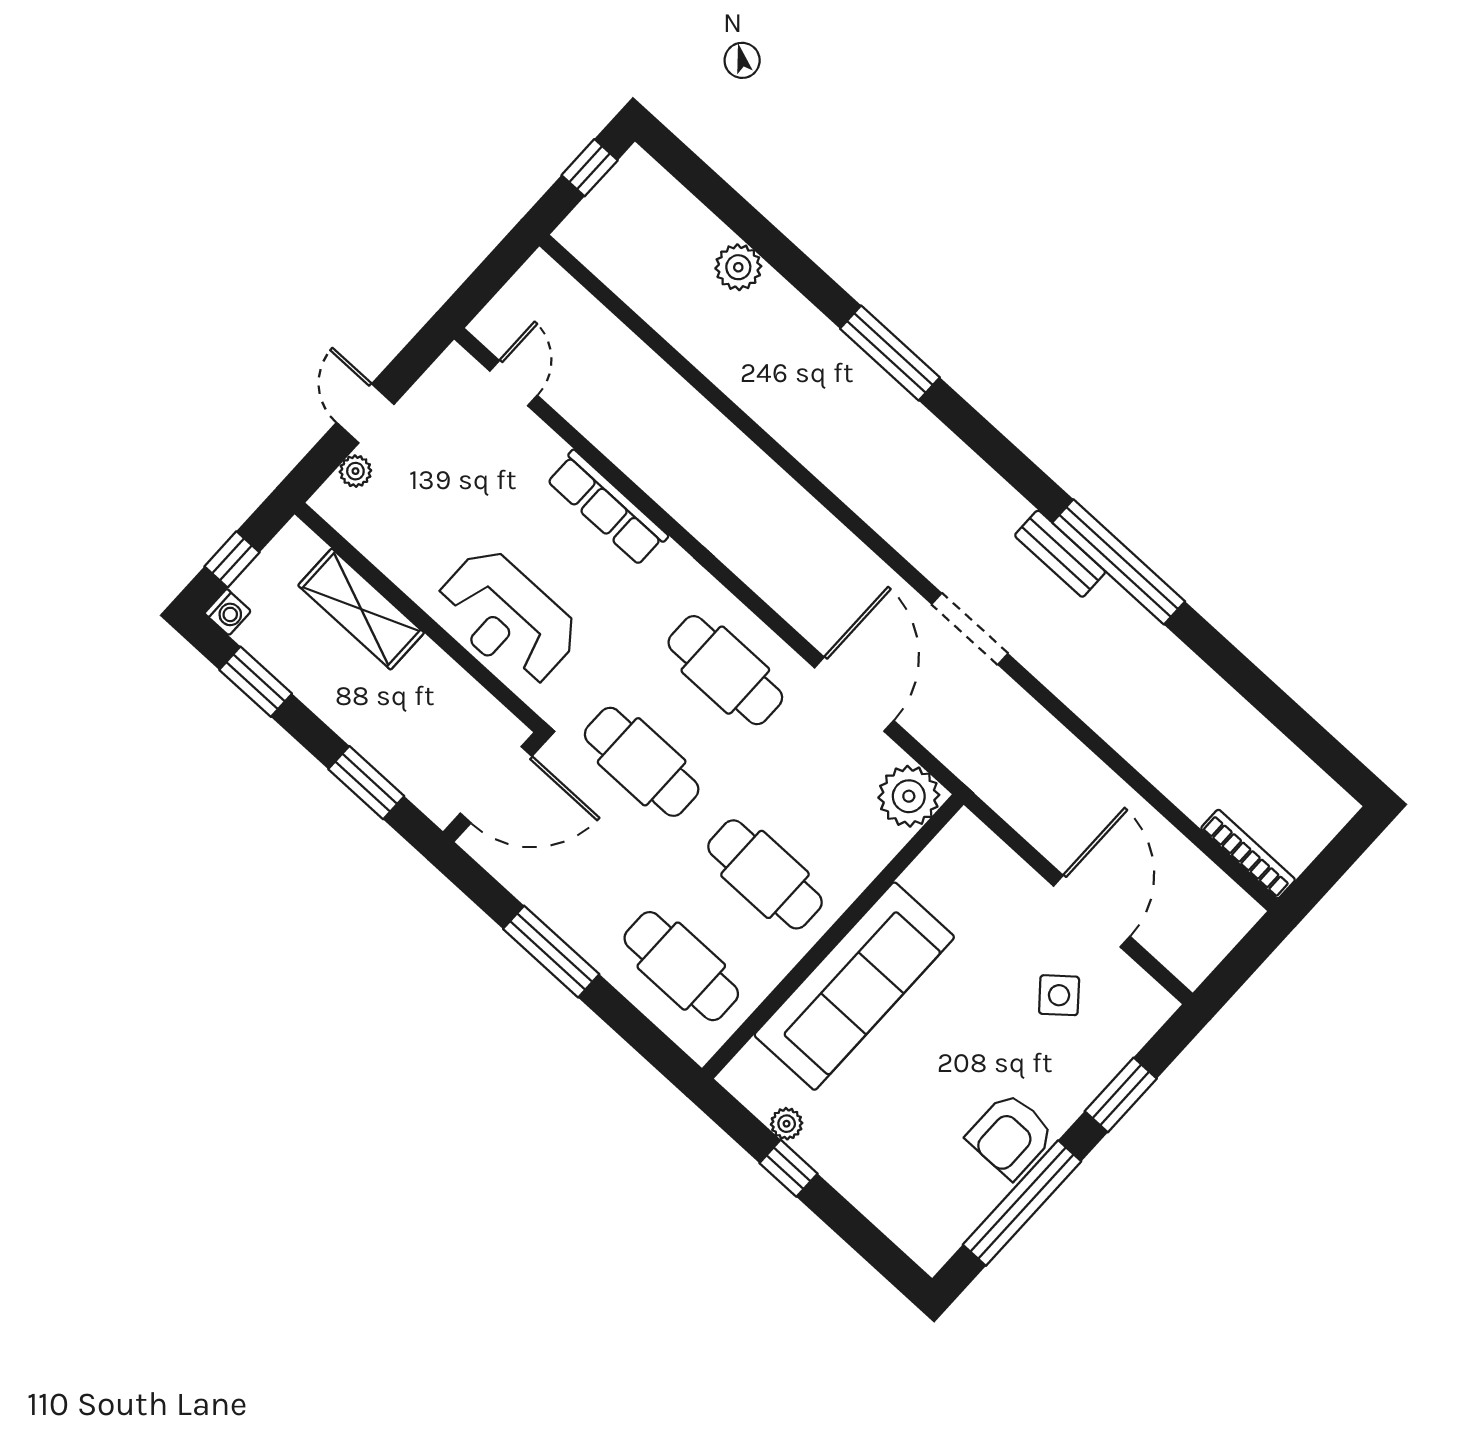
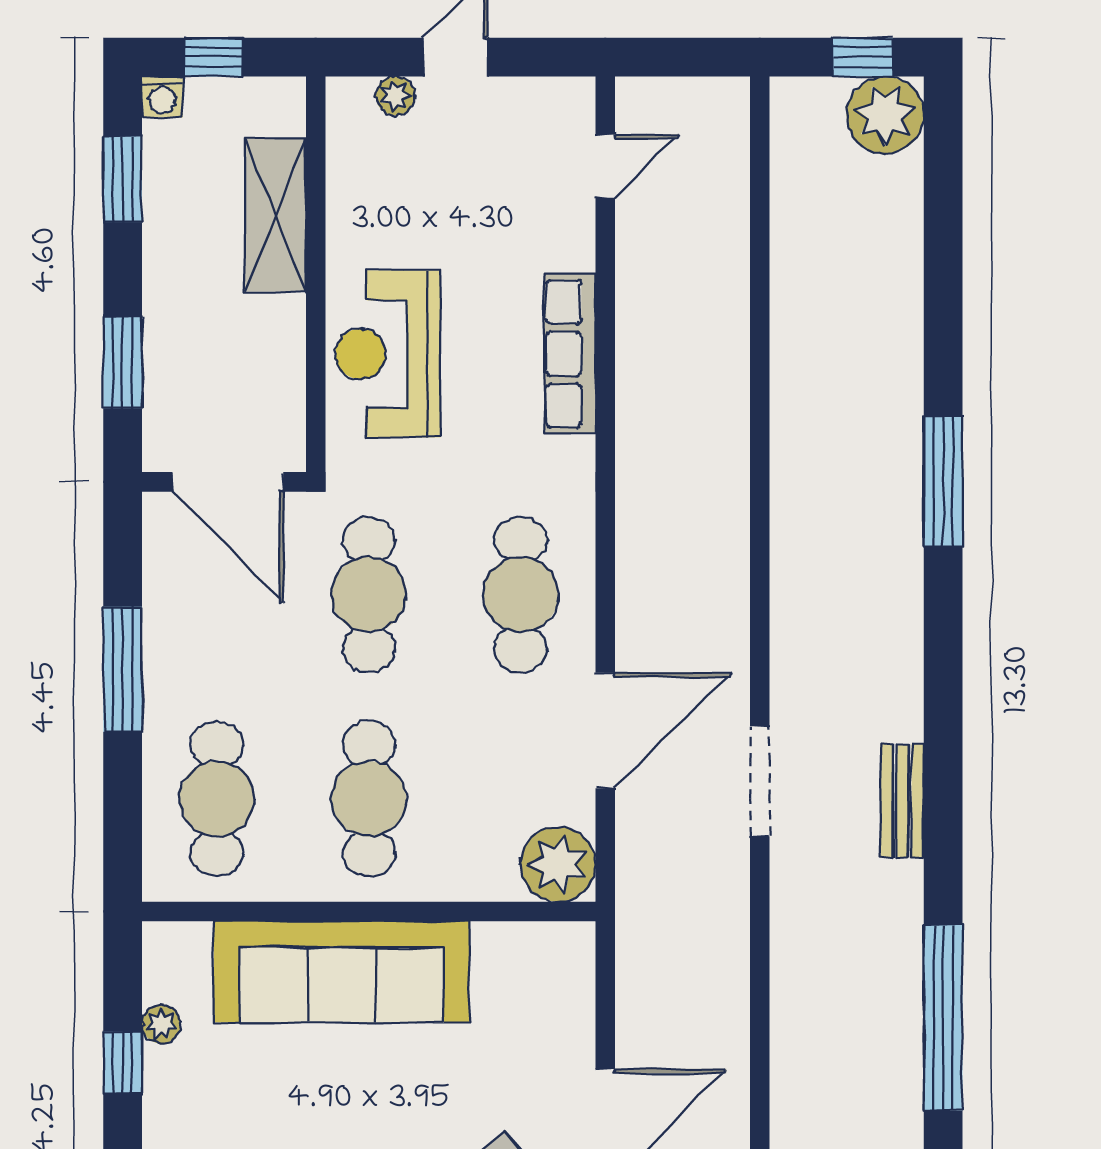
plant: (738, 267) -> (885, 115), moved, width x1.36, depth x1.36
window: (1119, 562) -> (943, 1018), moved

